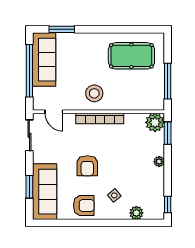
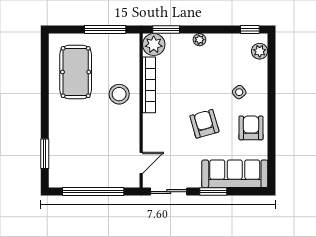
sofa: (44, 60) -> (80, 174), removed
stool: (94, 93) -> (119, 94), moved
bookcase: (100, 118) -> (149, 85), moved
armchair: (87, 166) -> (204, 124), turned -106
window: (29, 187) -> (213, 192), moved
plant: (136, 213) -> (260, 51), moved

